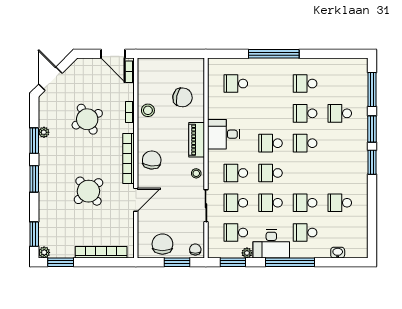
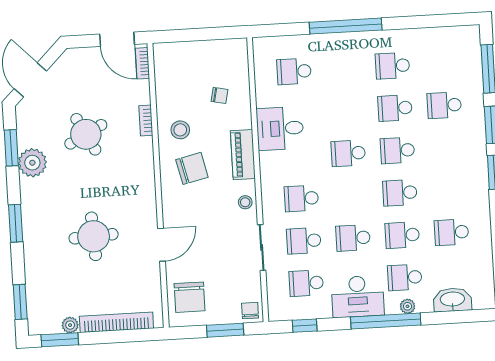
chair: (183, 97) -> (219, 95), width x0.54, depth x0.54
stool: (148, 110) -> (180, 130), moved
plant: (44, 132) -> (32, 163), width x1.88, depth x1.88
desk: (224, 134) -> (280, 128), moved
window: (34, 141) -> (11, 148), moved
bookcase: (128, 159) -> (148, 187), removed
chair: (152, 160) -> (192, 168), moved, turned 72
school desk: (270, 173) -> (400, 193), moved
round table: (88, 191) -> (94, 236), turned 37
chair: (162, 244) -> (190, 297), moved, turned 180
plant: (44, 252) -> (70, 325), moved
plant: (247, 253) -> (407, 306), moved
washbasin: (338, 253) -> (452, 300), width x1.91, depth x1.45
window: (233, 262) -> (305, 326), width x0.67

